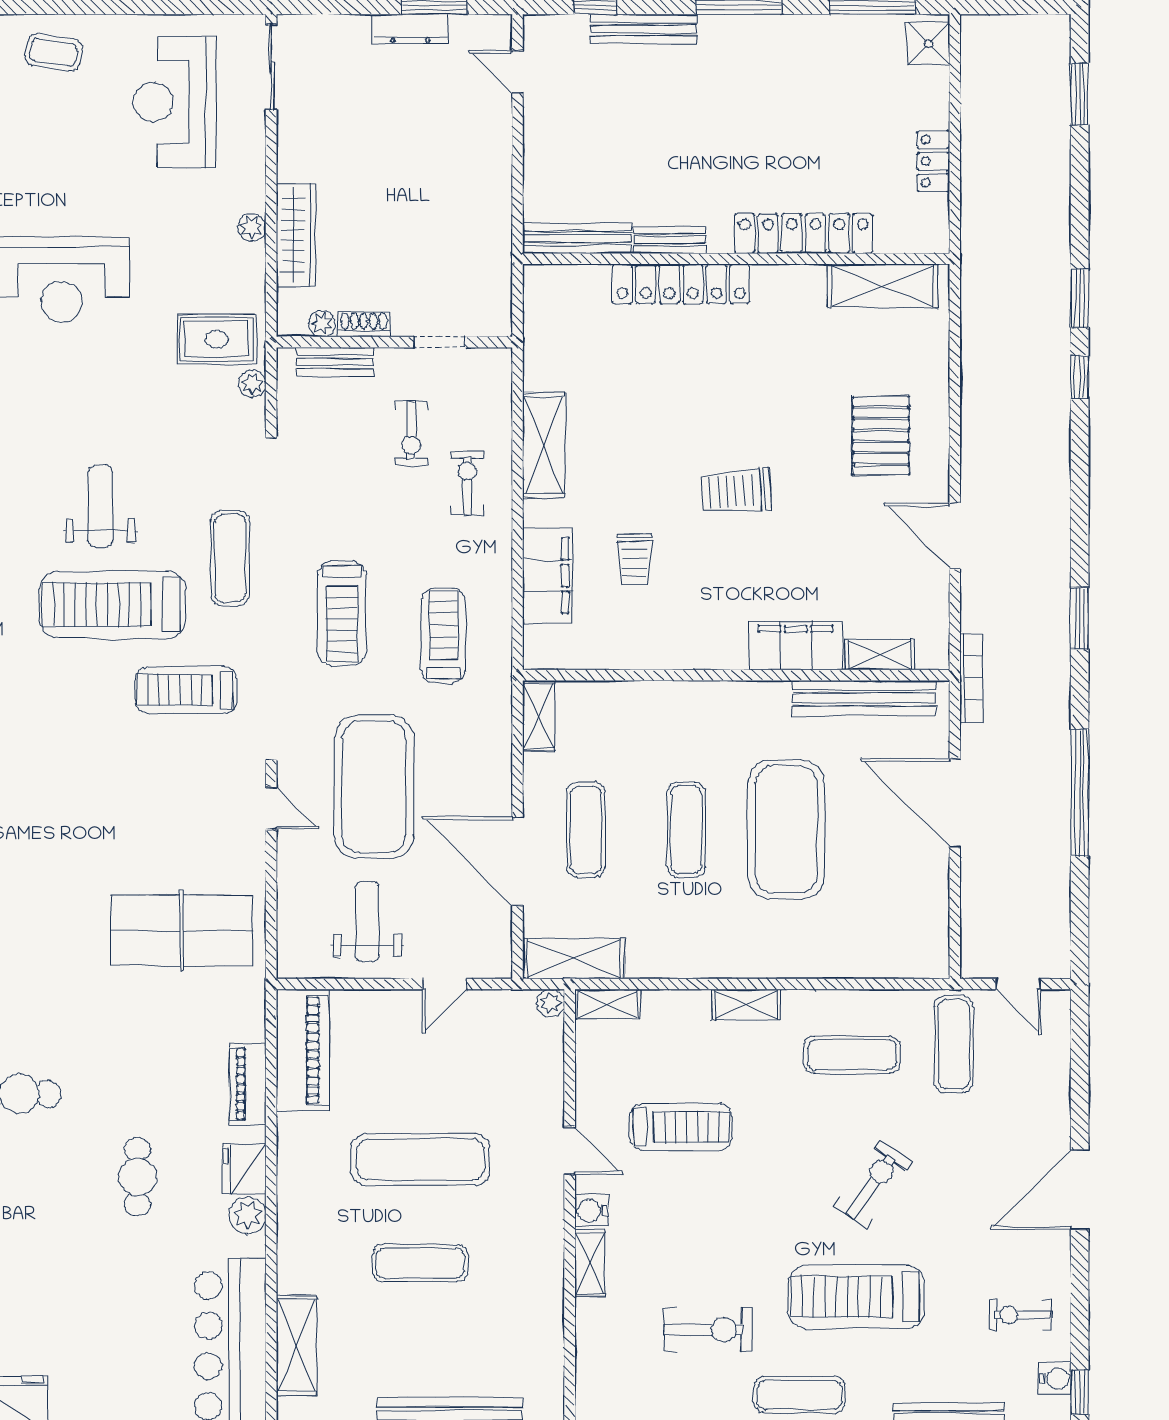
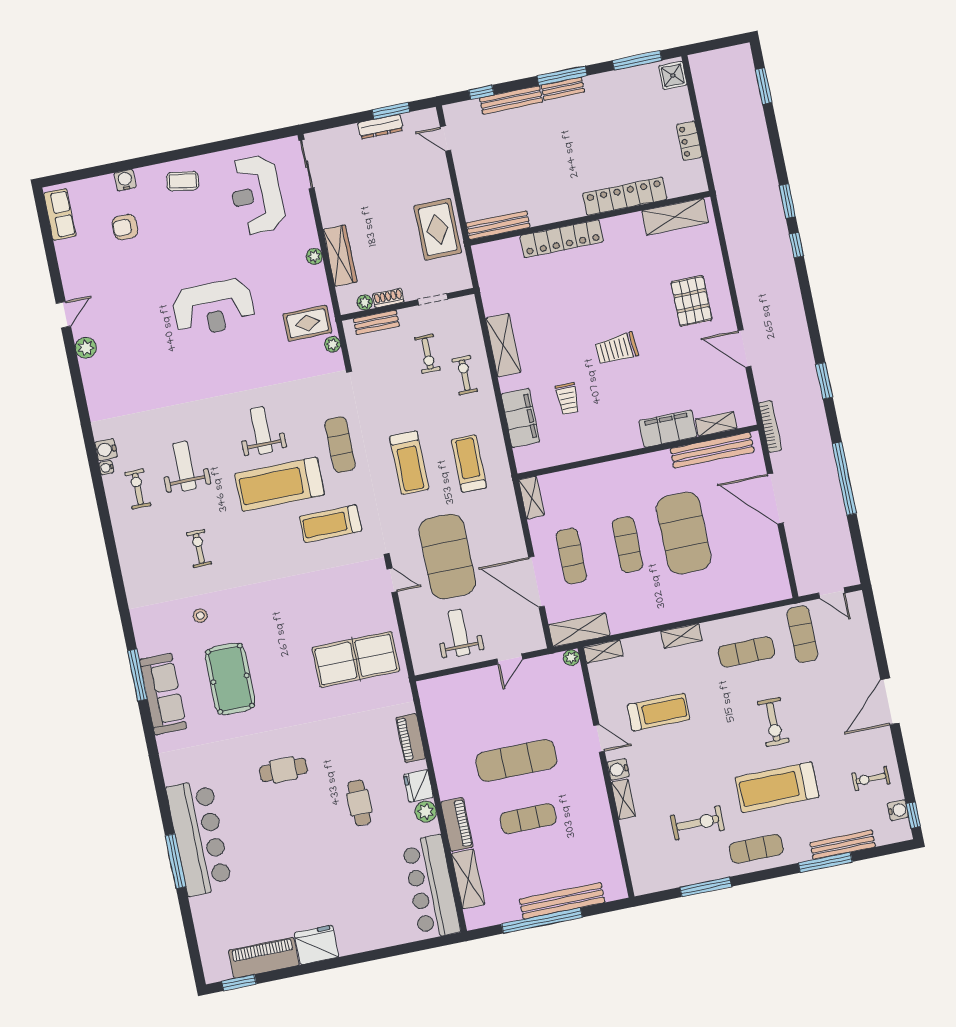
rug: (472, 224) -> (438, 229), added
bench: (670, 240) -> (563, 89), moved
piano: (303, 1050) -> (457, 824), moved, width x0.73, depth x0.75
exercise bike: (873, 1184) -> (773, 722), turned 145

